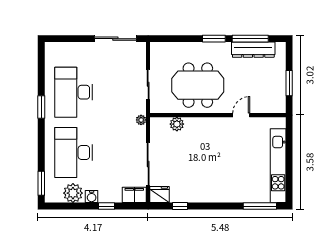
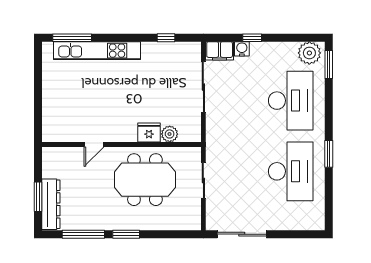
dresser: (253, 50) -> (51, 204), moved, turned 90
window: (289, 83) -> (38, 197), moved
plant: (141, 120) -> (212, 139), removed
kitchen unit: (278, 166) -> (97, 51), moved, turned 90
plant: (73, 193) -> (309, 53), moved
fridge: (160, 195) -> (149, 133), moved, turned 180
water cooler: (92, 197) -> (242, 49), moved

